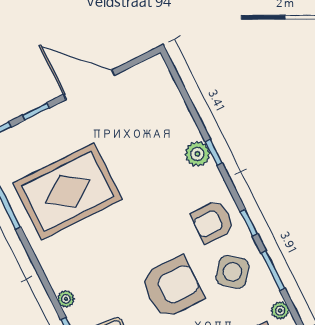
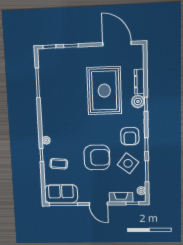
door: (89, 85) -> (117, 44), moved
dresser: (184, 119) -> (139, 82), added
rug: (68, 191) -> (104, 91), moved, turned 90
armchair: (213, 222) -> (130, 136), turned -90

